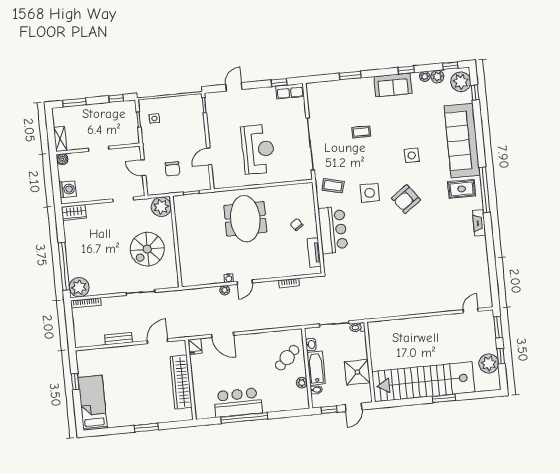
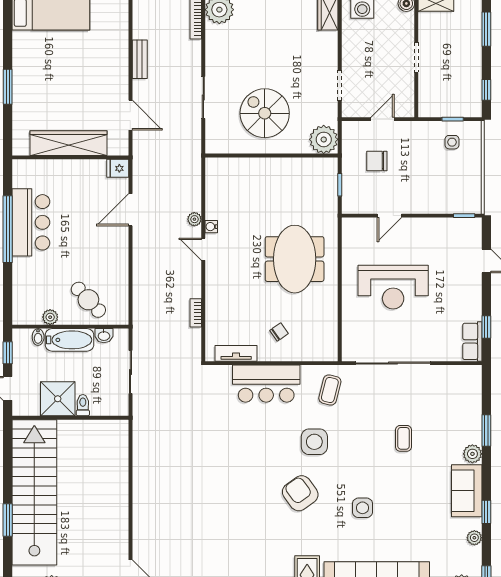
plant: (437, 77) -> (472, 454), moved
door: (209, 156) -> (389, 216), swing flipped
meeting table: (245, 219) -> (295, 259), turned 90
toilet: (357, 327) -> (83, 405), moved

